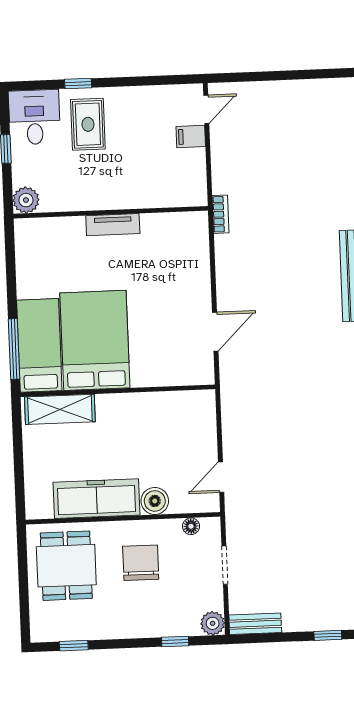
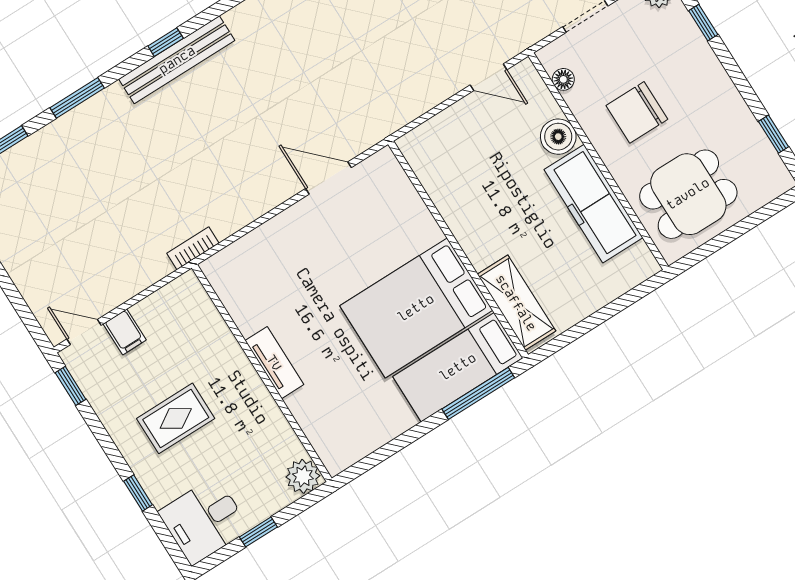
window: (176, 80) -> (71, 386), added
rug: (88, 124) -> (176, 418), moved

